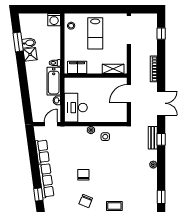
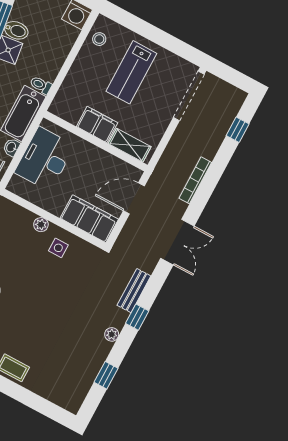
filing cabinet: (77, 67) -> (97, 125), moved
desk: (76, 108) -> (45, 159), moved
filing cabinet: (113, 115) -> (89, 219), added
window: (161, 139) -> (137, 317), moved
window: (161, 197) -> (106, 375), moved

